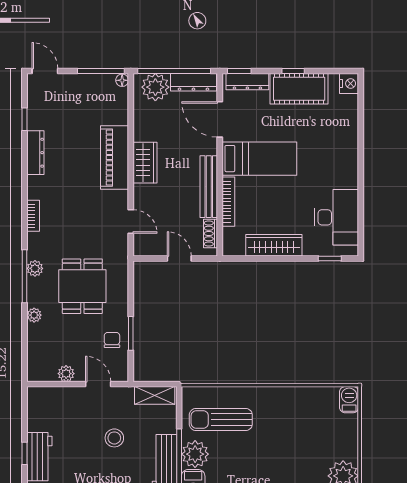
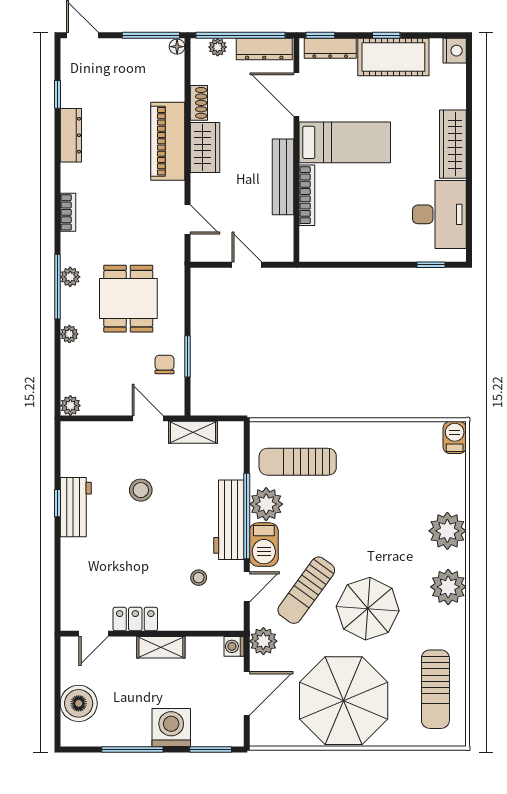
plant: (155, 87) -> (218, 47), width x0.53, depth x0.53
shoe rack: (210, 234) -> (199, 103), moved, turned 180
wardrobe: (274, 245) -> (453, 144), moved, turned -90
plant: (66, 374) -> (70, 406), moved
shelving: (155, 395) -> (193, 432), moved
stool: (114, 438) -> (141, 490), moved

